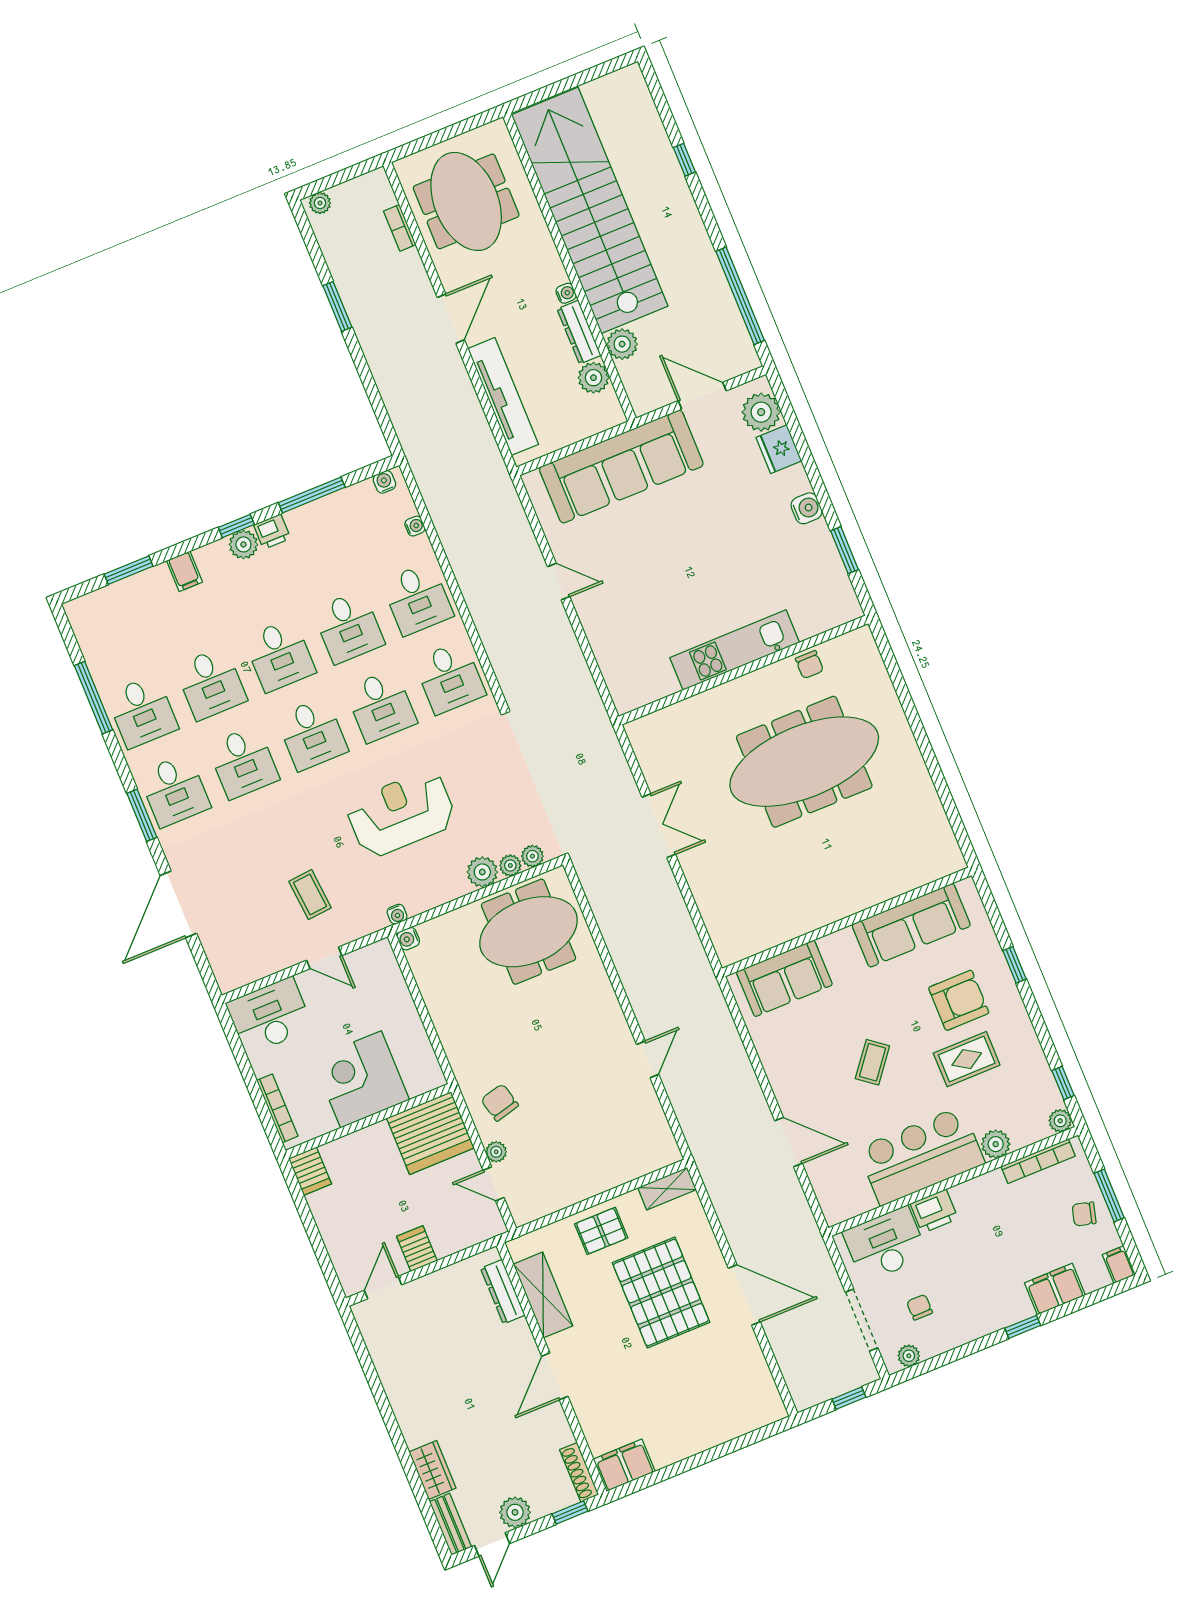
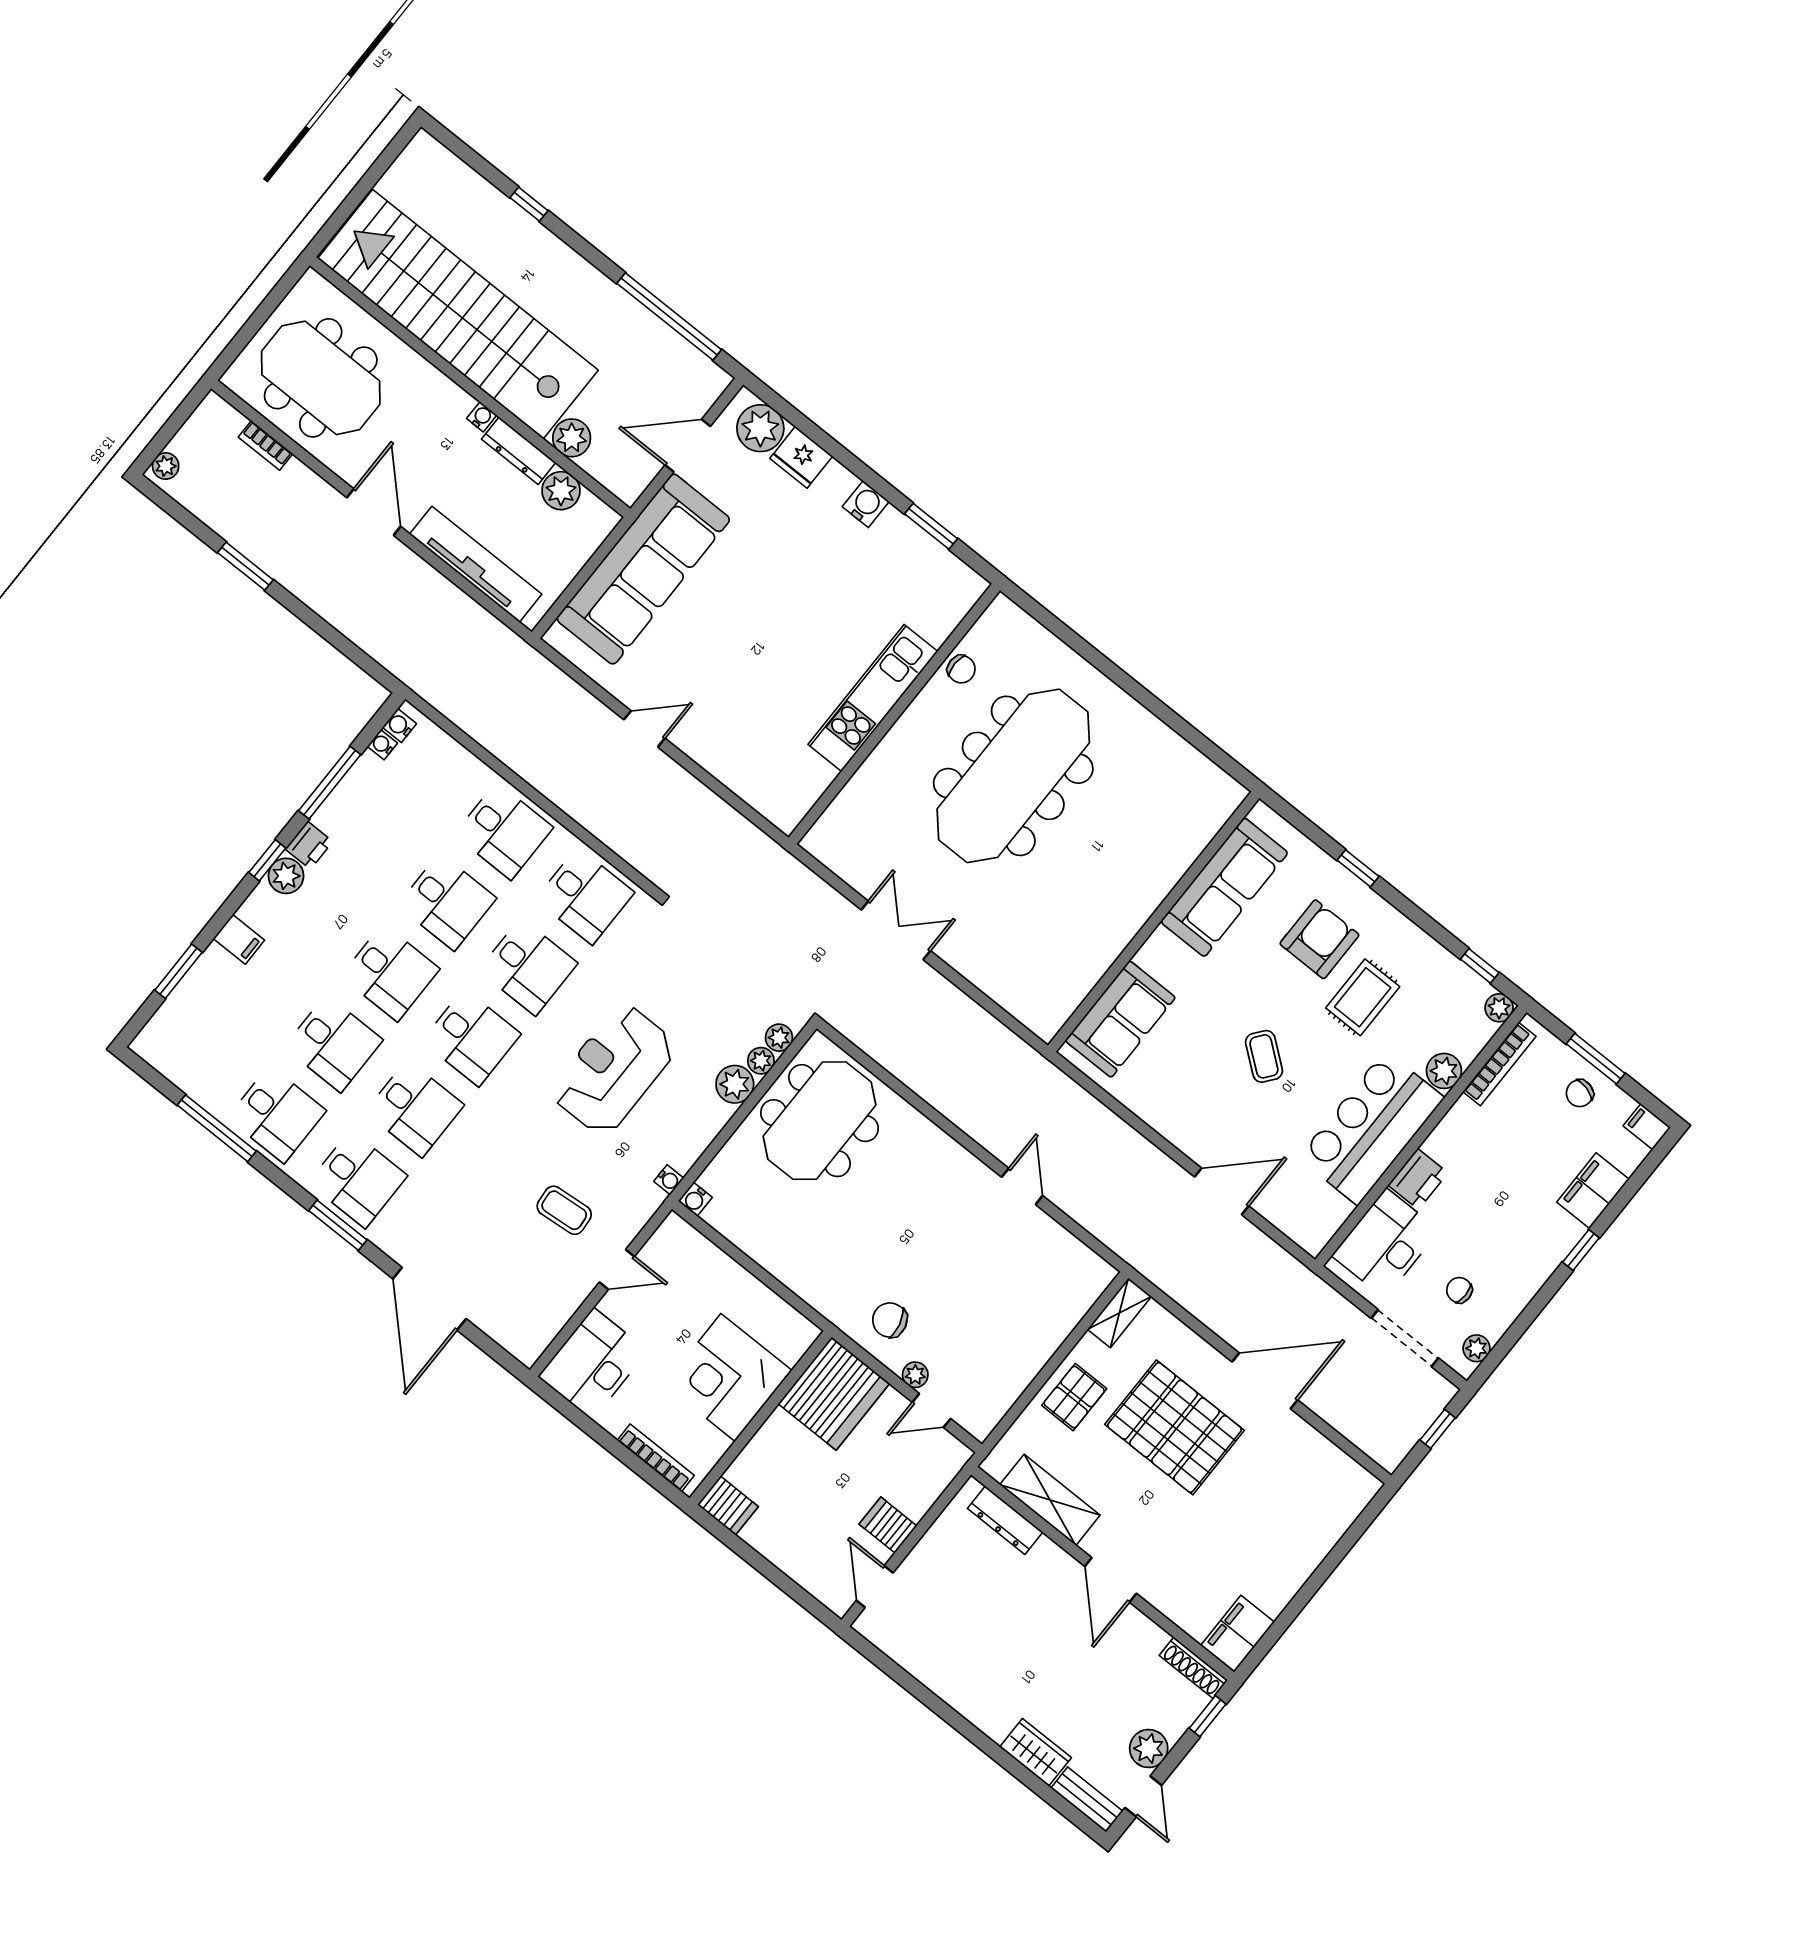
water cooler: (415, 526) -> (382, 745), moved, turned -90

